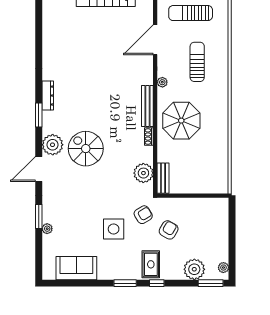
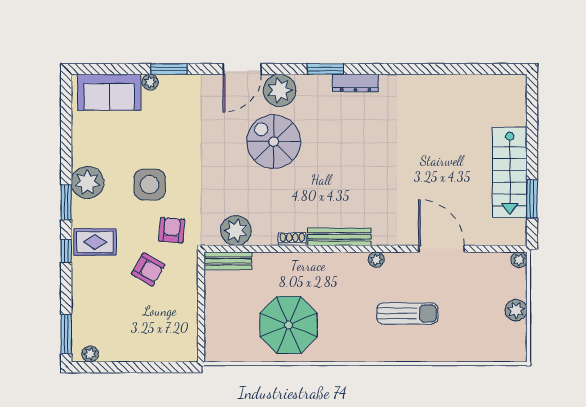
sun lounger: (191, 13) -> (483, 303), removed
parasol: (181, 121) -> (289, 325), moved
spiral stairs: (86, 149) -> (274, 142), turned -90
door: (39, 169) -> (242, 69), swing flipped
armchair: (143, 215) -> (172, 230), turned -144
sofa: (76, 268) -> (109, 92), moved, turned 90
plant: (194, 269) -> (87, 182), moved

